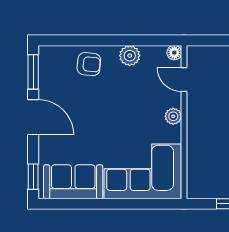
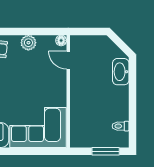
plant: (173, 116) -> (60, 87), removed

